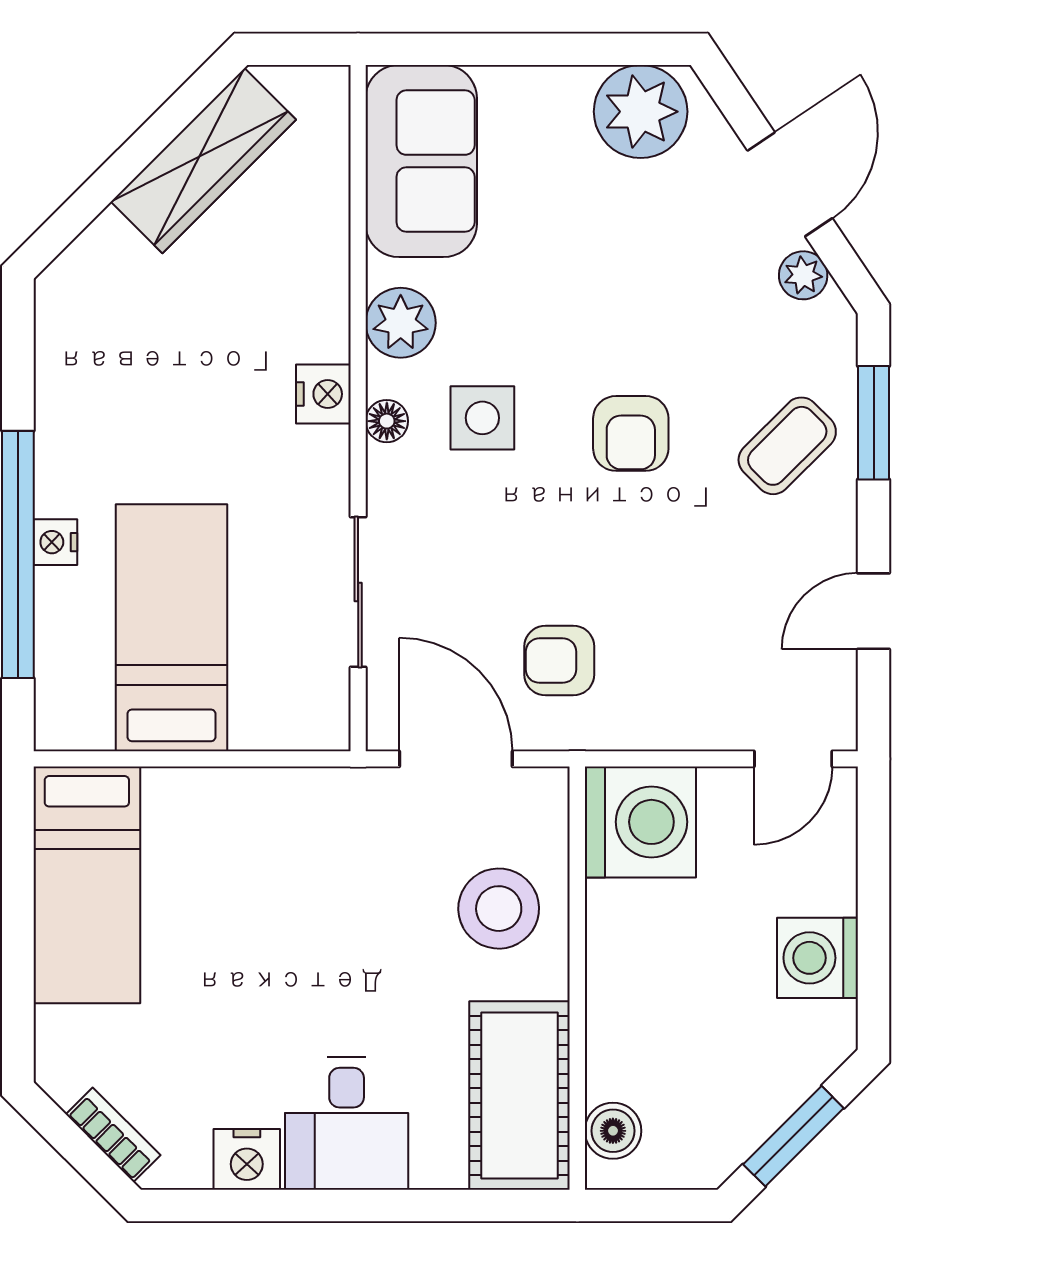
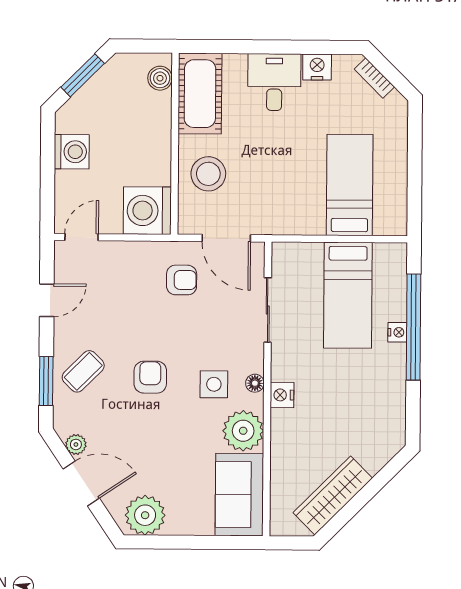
door: (790, 184) -> (81, 484), swing flipped
plant: (401, 323) -> (243, 431), width x1.36, depth x1.36
bed: (87, 885) -> (350, 185), moved

